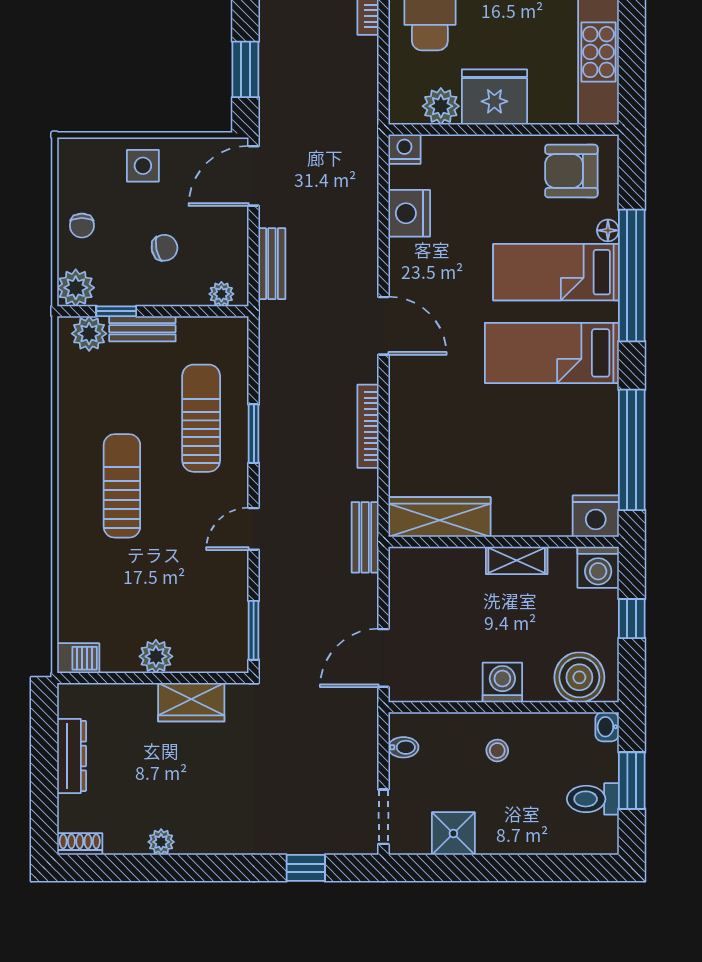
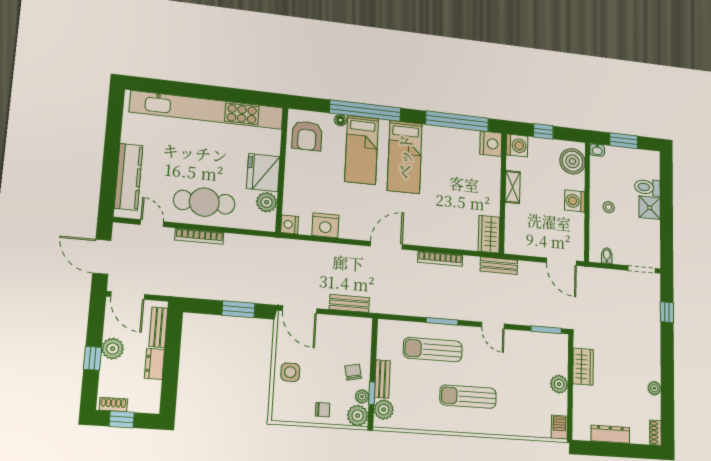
chair: (164, 248) -> (353, 372), moved
plant: (221, 294) -> (362, 397), moved
wardrobe: (439, 517) -> (489, 234), width x0.67
toilet: (593, 799) -> (647, 187), moved, turned 90
shower: (453, 833) -> (650, 208), moved

